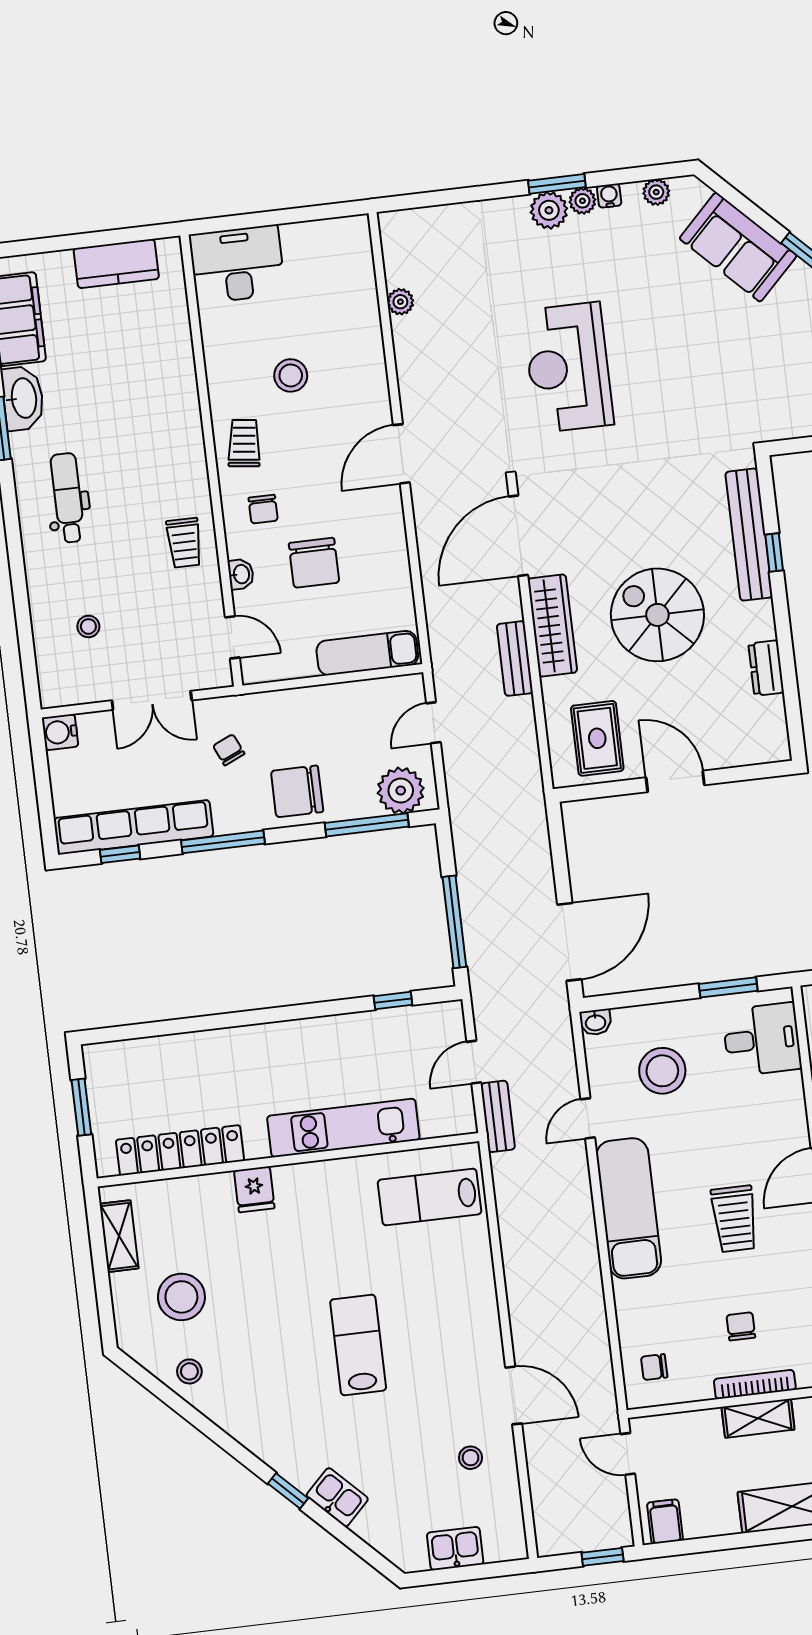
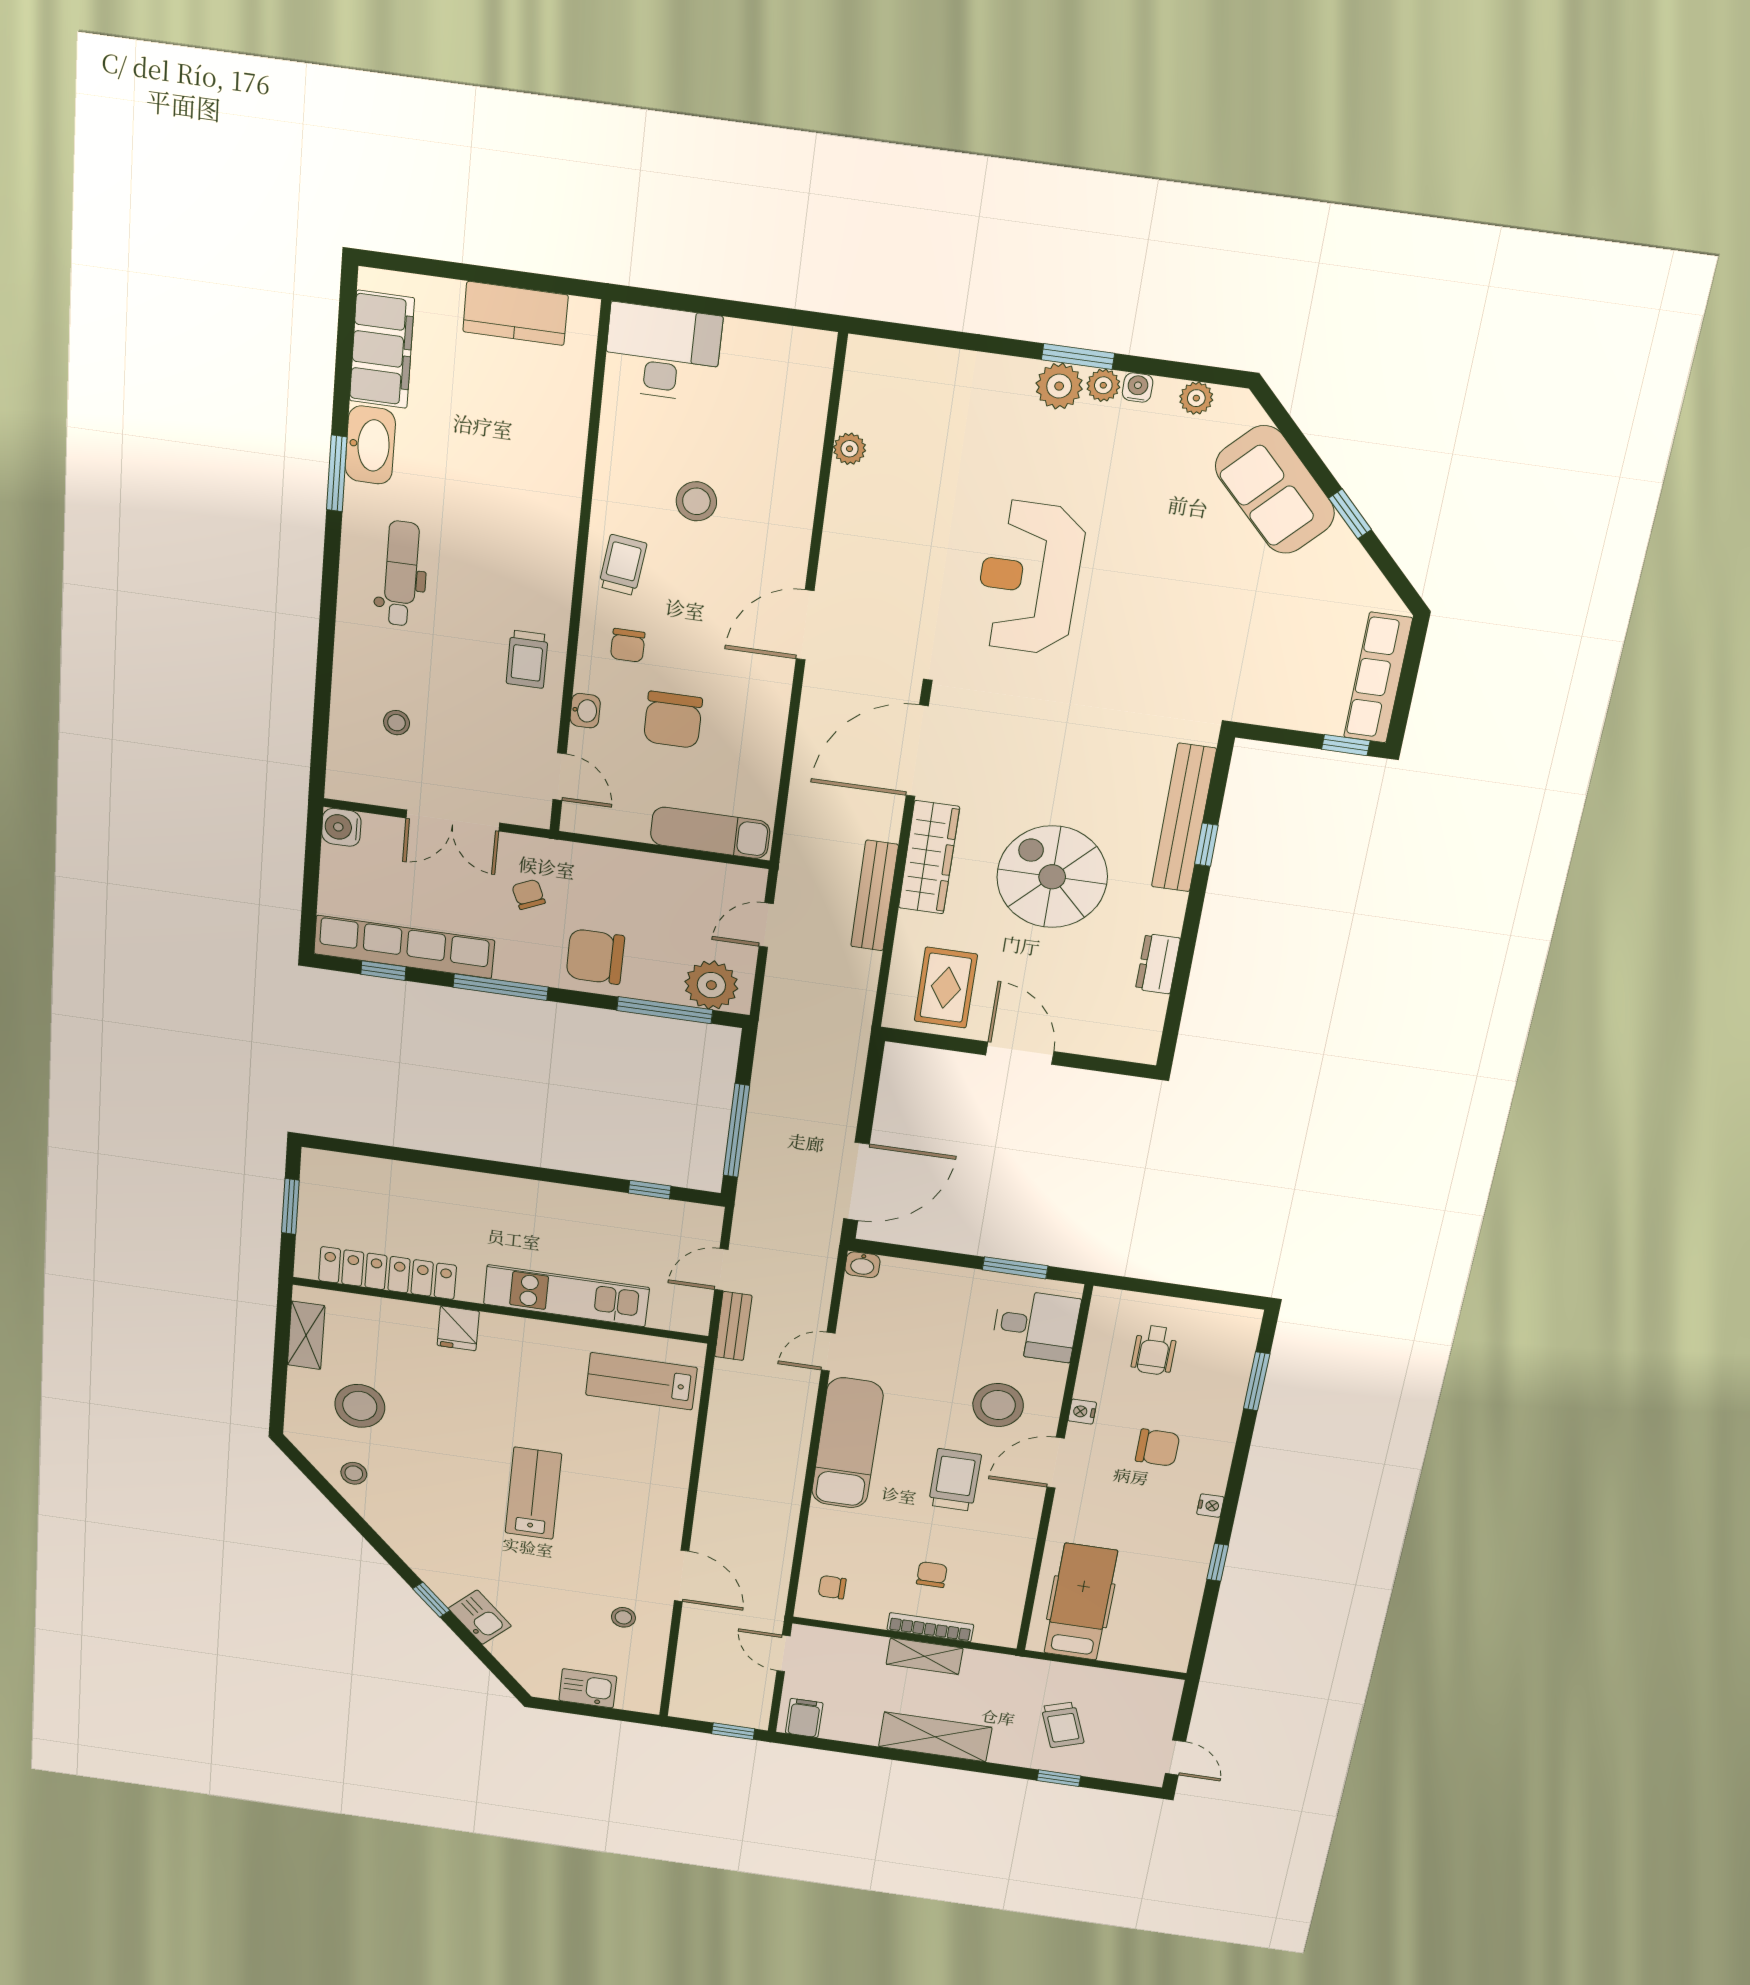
bench: (515, 659) -> (874, 896), width x1.36
stool: (662, 1071) -> (998, 1405), moved
trolley: (734, 1219) -> (955, 1480), turned 180

